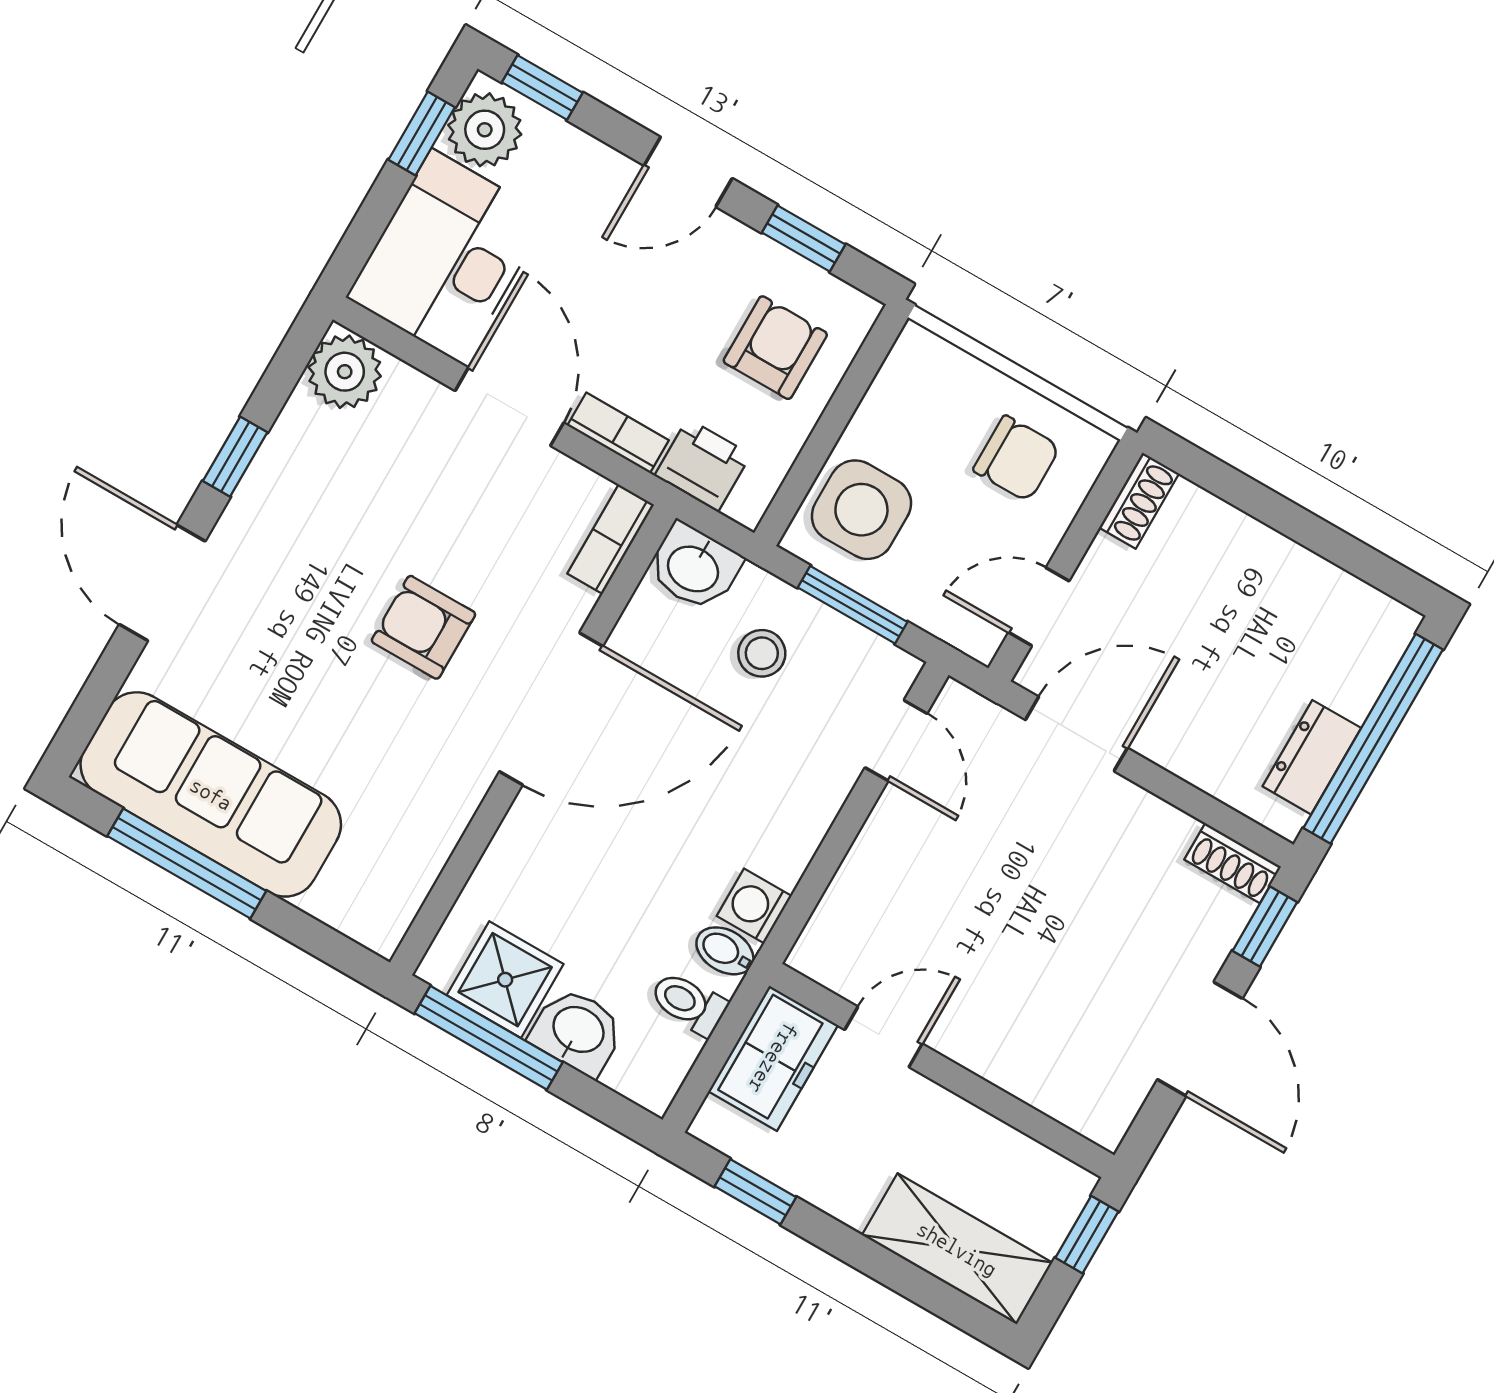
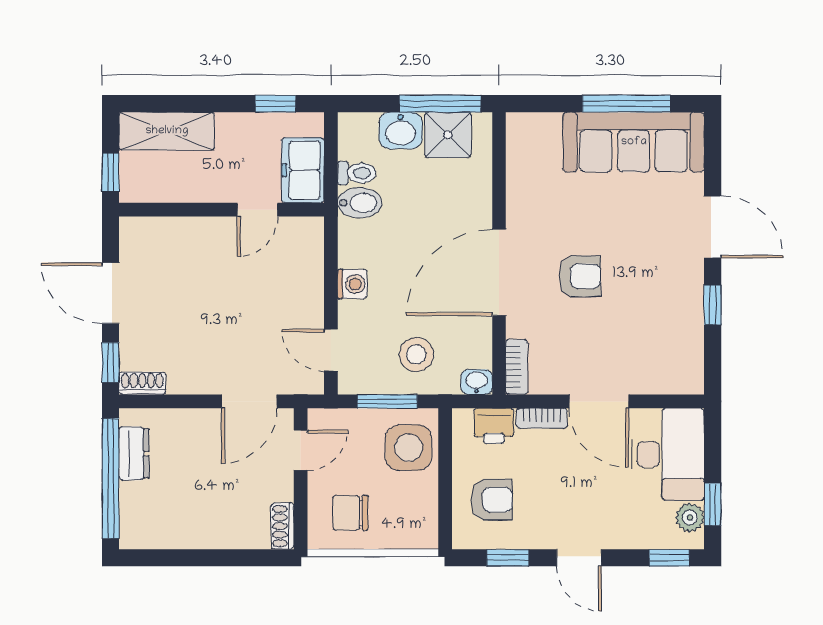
plant: (485, 130) -> (690, 517), width x0.73, depth x0.73
door: (688, 172) -> (579, 558), swing flipped
armchair: (775, 348) -> (492, 500), turned -90
plant: (345, 372) -> (685, 373), removed
washbasin: (694, 567) -> (477, 382), width x0.72, depth x0.69
stool: (762, 653) -> (416, 355), width x1.37, depth x1.37
washing machine: (754, 906) -> (352, 284), moved
bidet: (725, 951) -> (360, 203), width x1.38, depth x1.36

